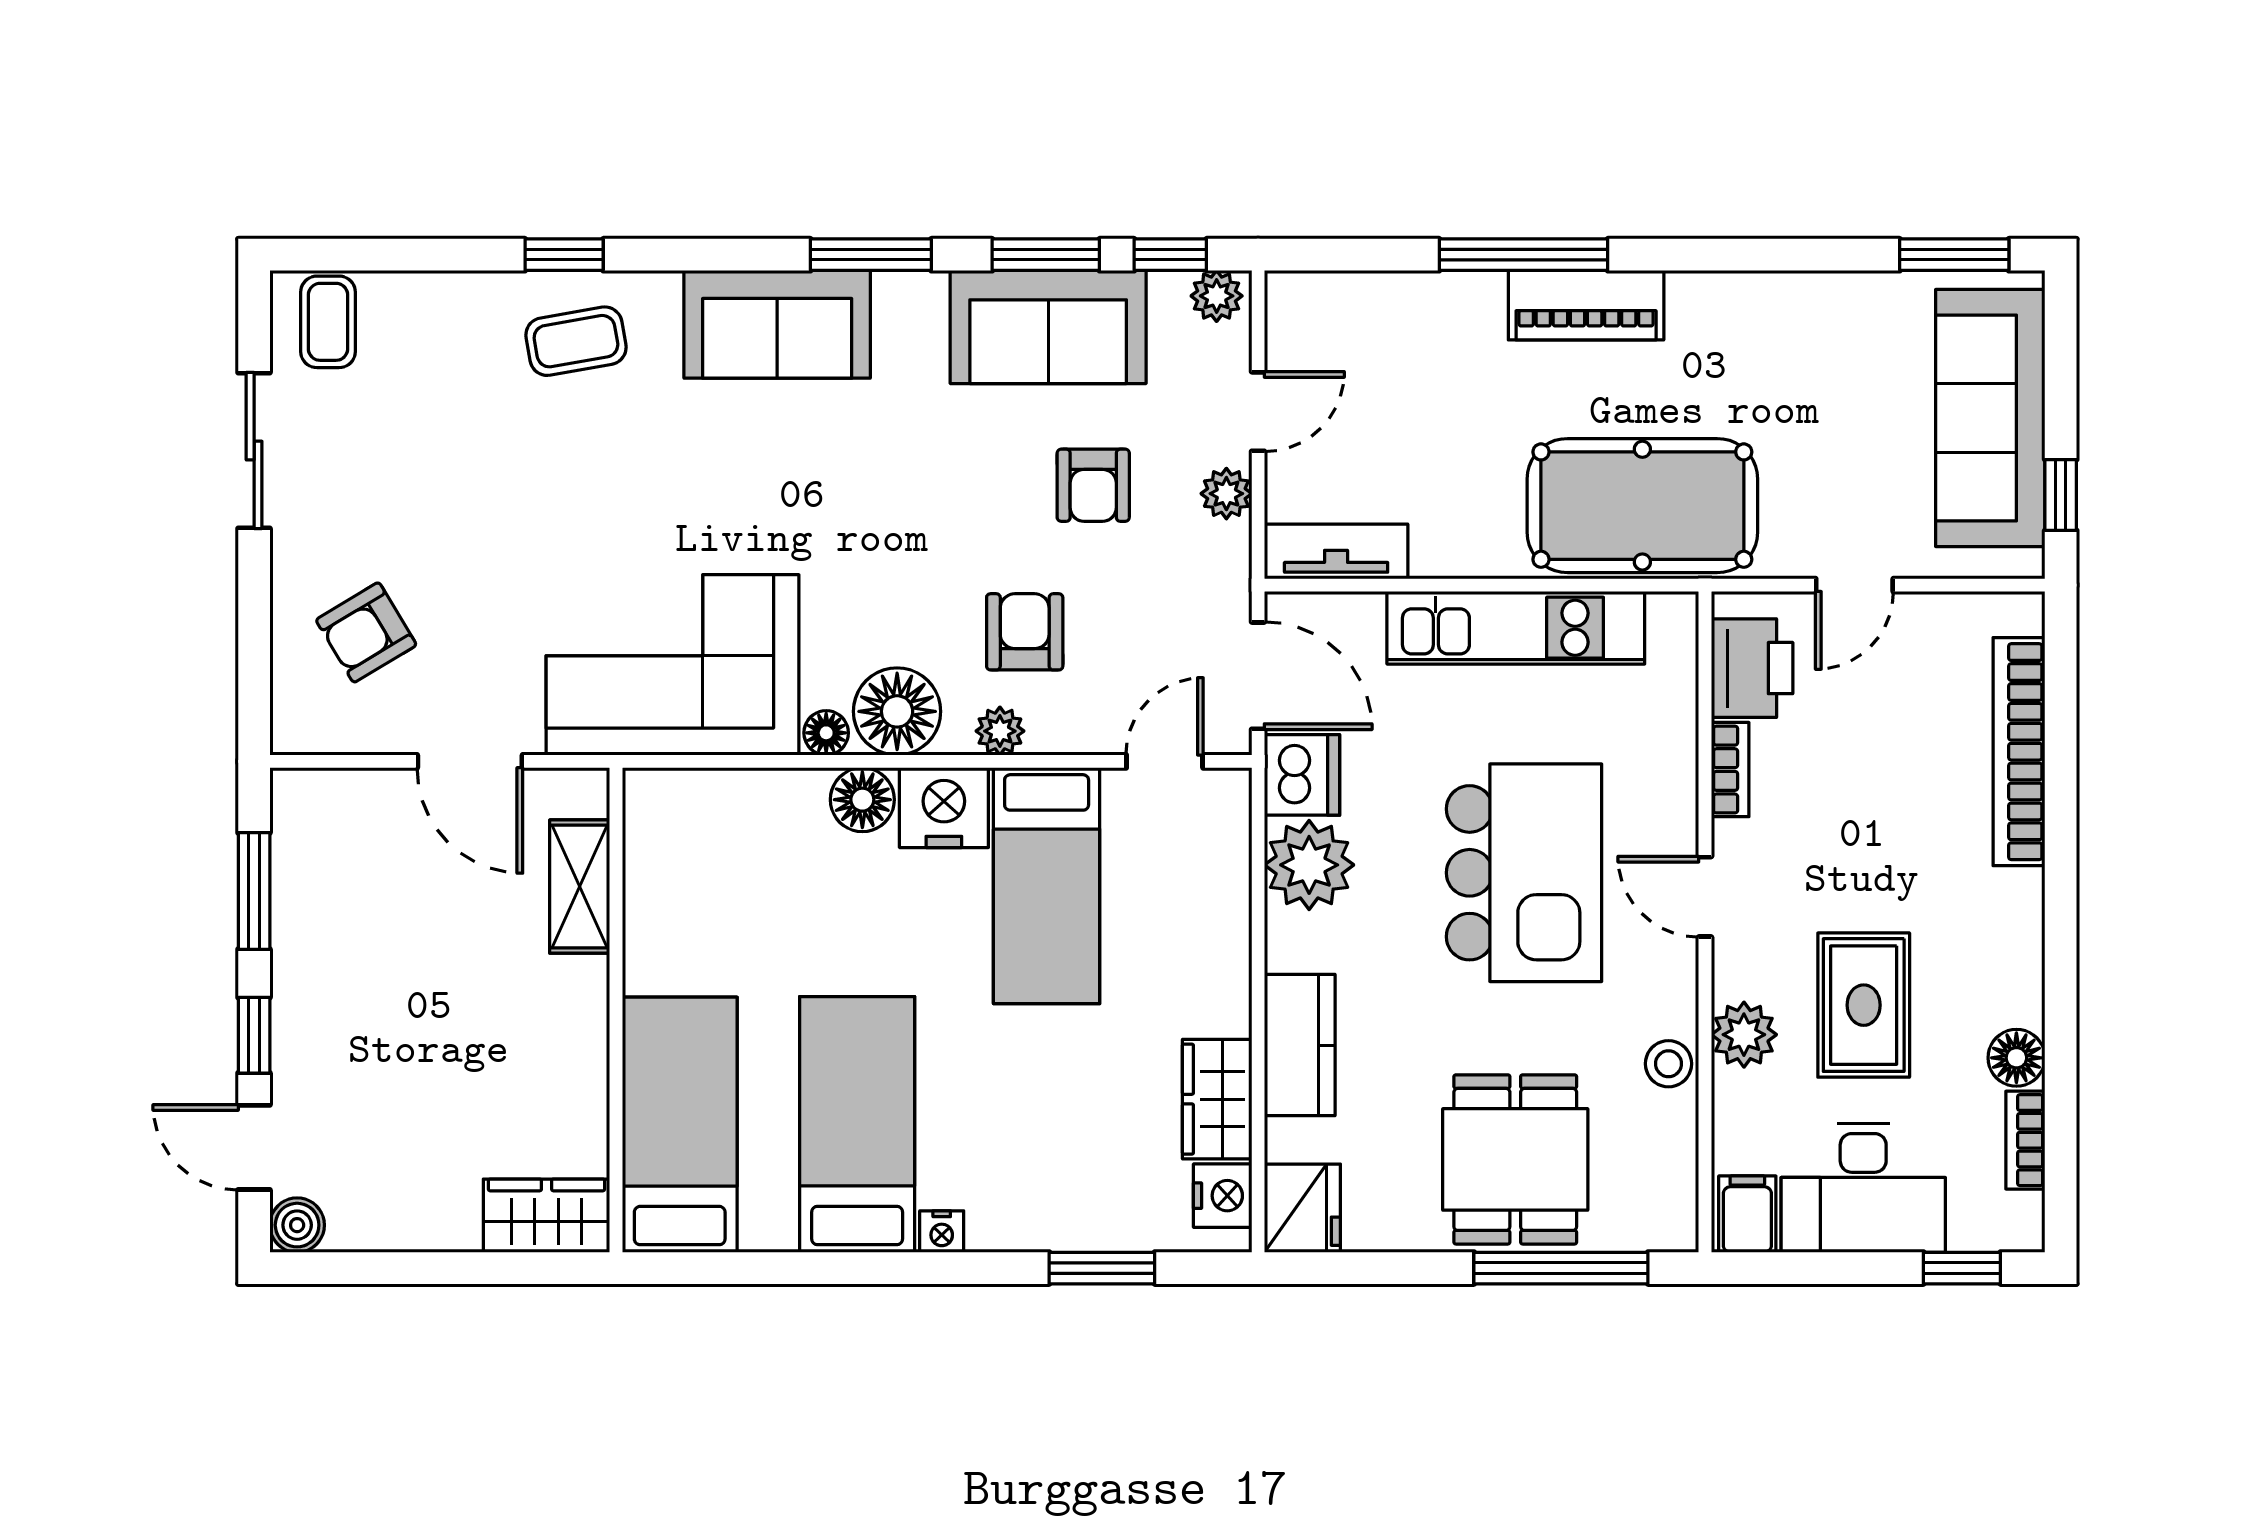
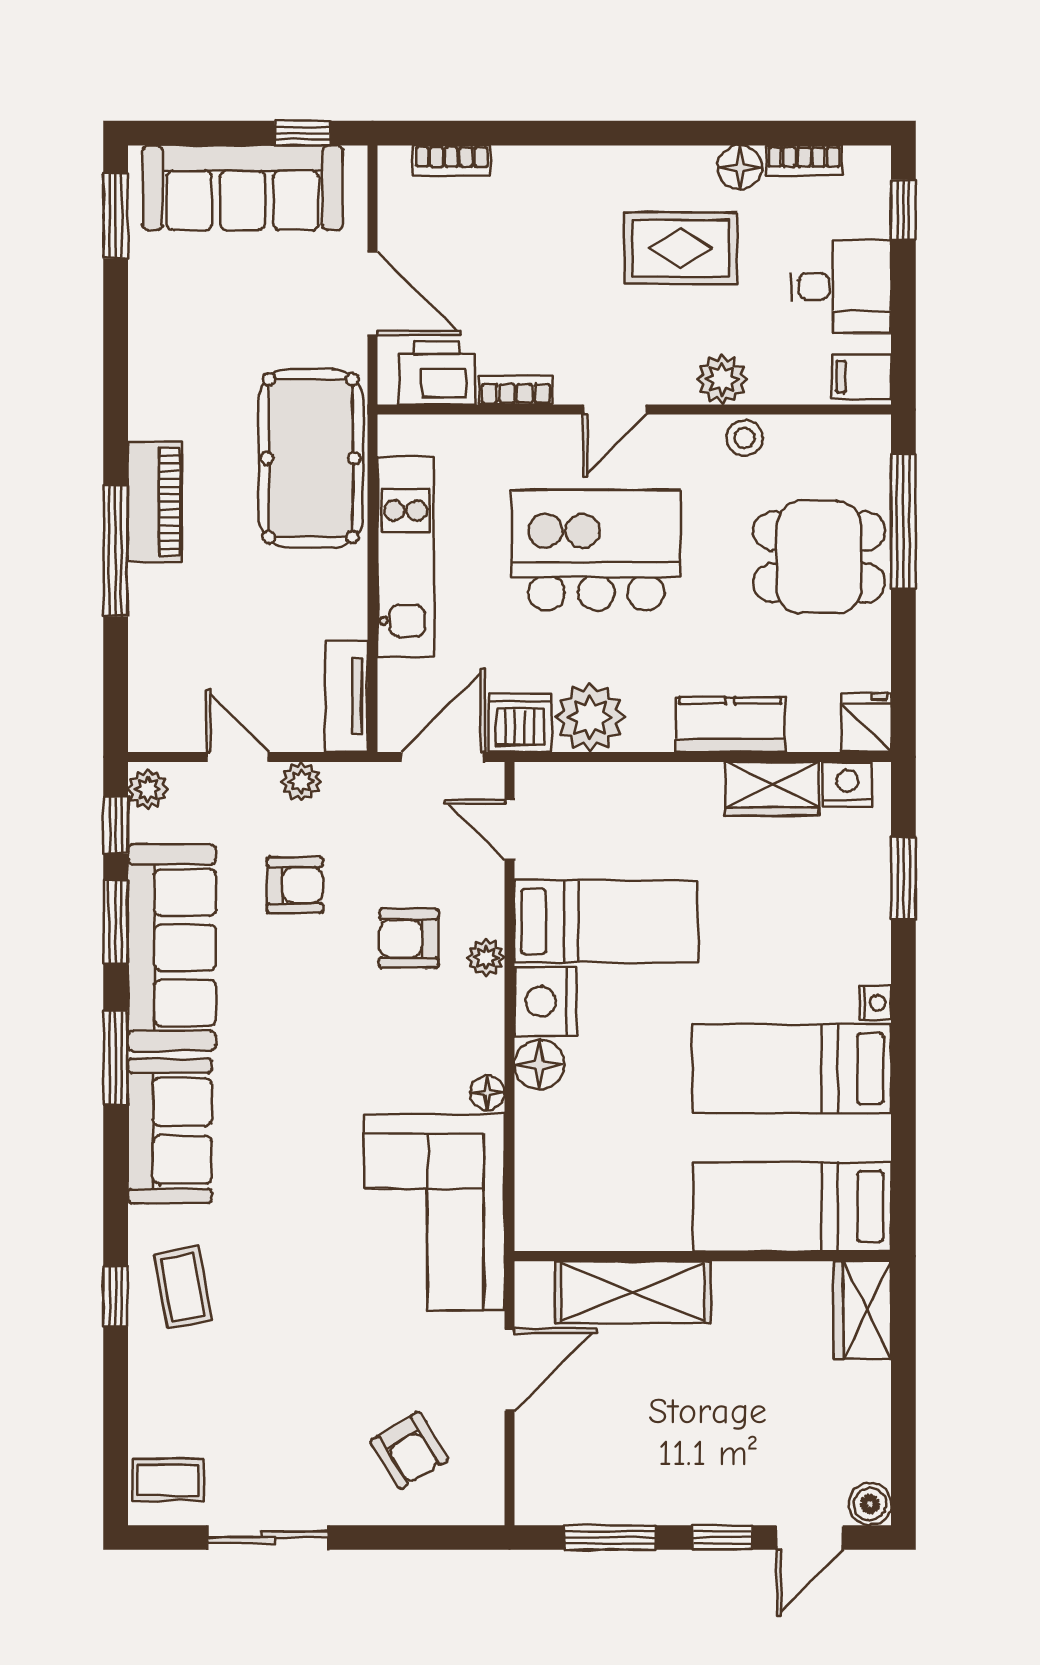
sofa: (1048, 327) -> (172, 948), width x1.36
door: (1854, 585) -> (372, 293), width x1.38
floor lamp: (897, 711) -> (471, 1038), removed
bookcase: (2019, 752) -> (452, 161), width x0.43, depth x0.76
shelving: (580, 887) -> (633, 1292), width x1.50, depth x1.33
rug: (1864, 1005) -> (681, 248), moved
desk: (1863, 1188) -> (841, 287), width x0.73
fridge: (1302, 1208) -> (866, 723), width x0.72

